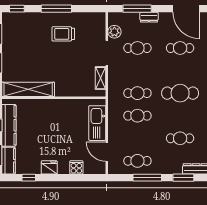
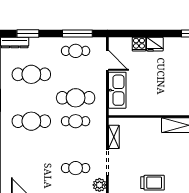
cafe table: (180, 48) -> (31, 168), removed
cafe table: (137, 116) -> (76, 98), width x1.37, depth x1.35
cafe table: (180, 138) -> (31, 74), width x1.37, depth x1.35
fridge: (49, 167) -> (155, 44), moved
window: (147, 178) -> (77, 33), moved

